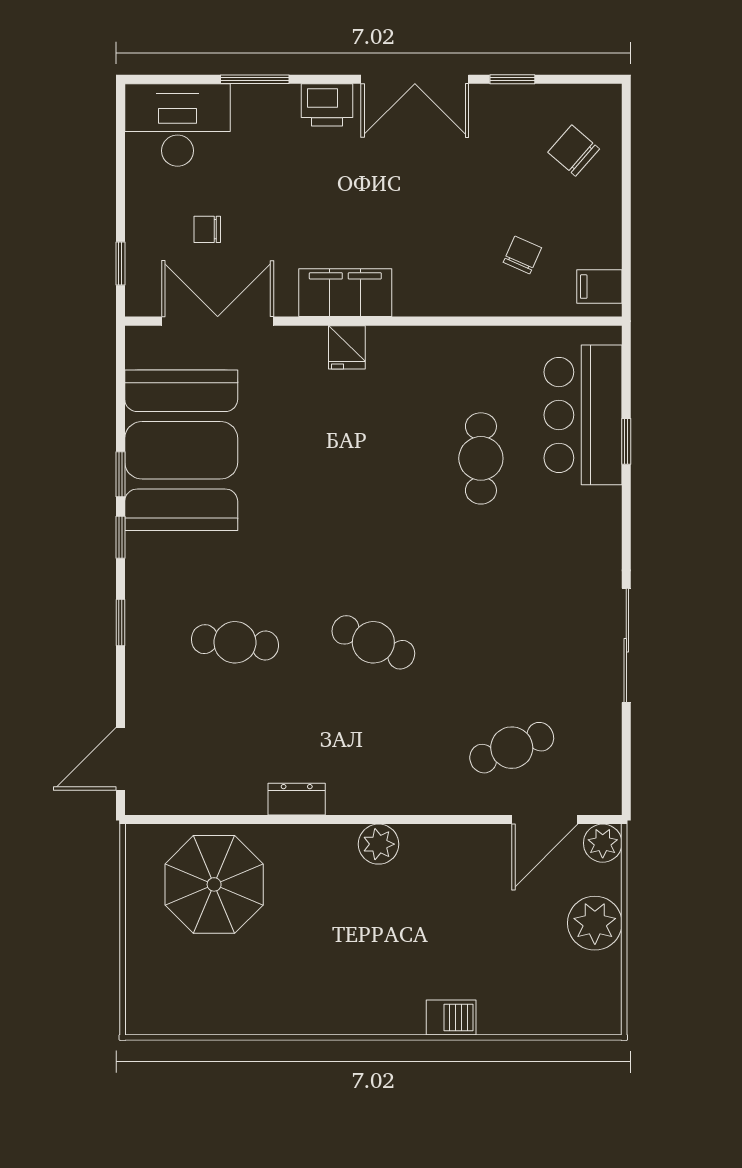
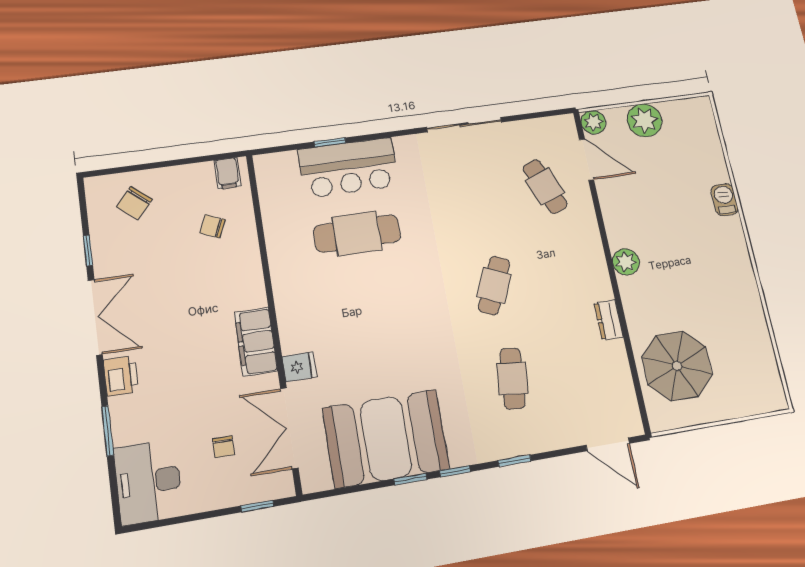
fridge: (347, 347) -> (299, 367), moved
bar counter: (583, 415) -> (348, 168), moved
cafe table: (481, 458) -> (357, 233), width x1.37, depth x1.35

